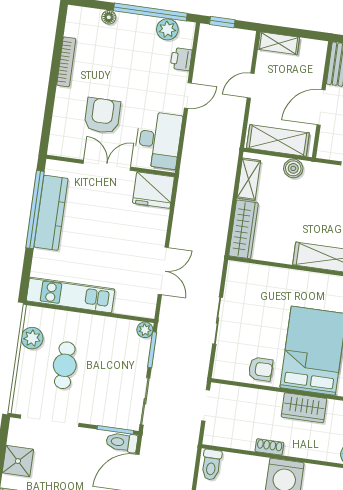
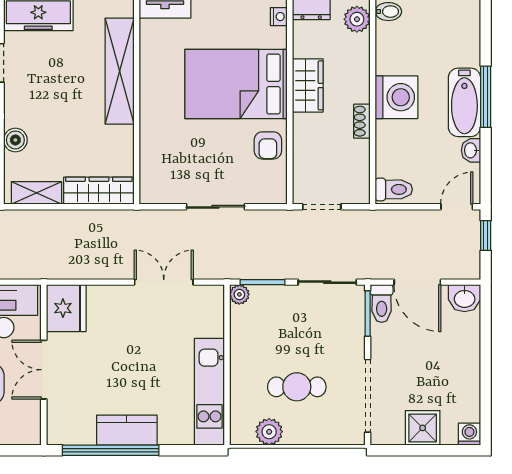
kitchen counter: (51, 213) -> (127, 430), width x0.67
armchair: (261, 369) -> (268, 145), turned 180

